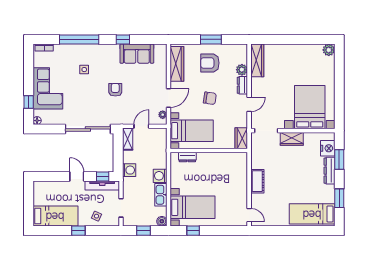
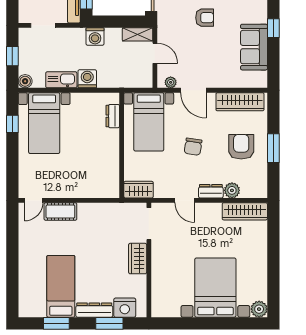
bed with nightstands: (310, 107) -> (215, 288), moved, turned -90
cot: (257, 181) -> (60, 212), moved
bed: (312, 214) -> (61, 286), moved

